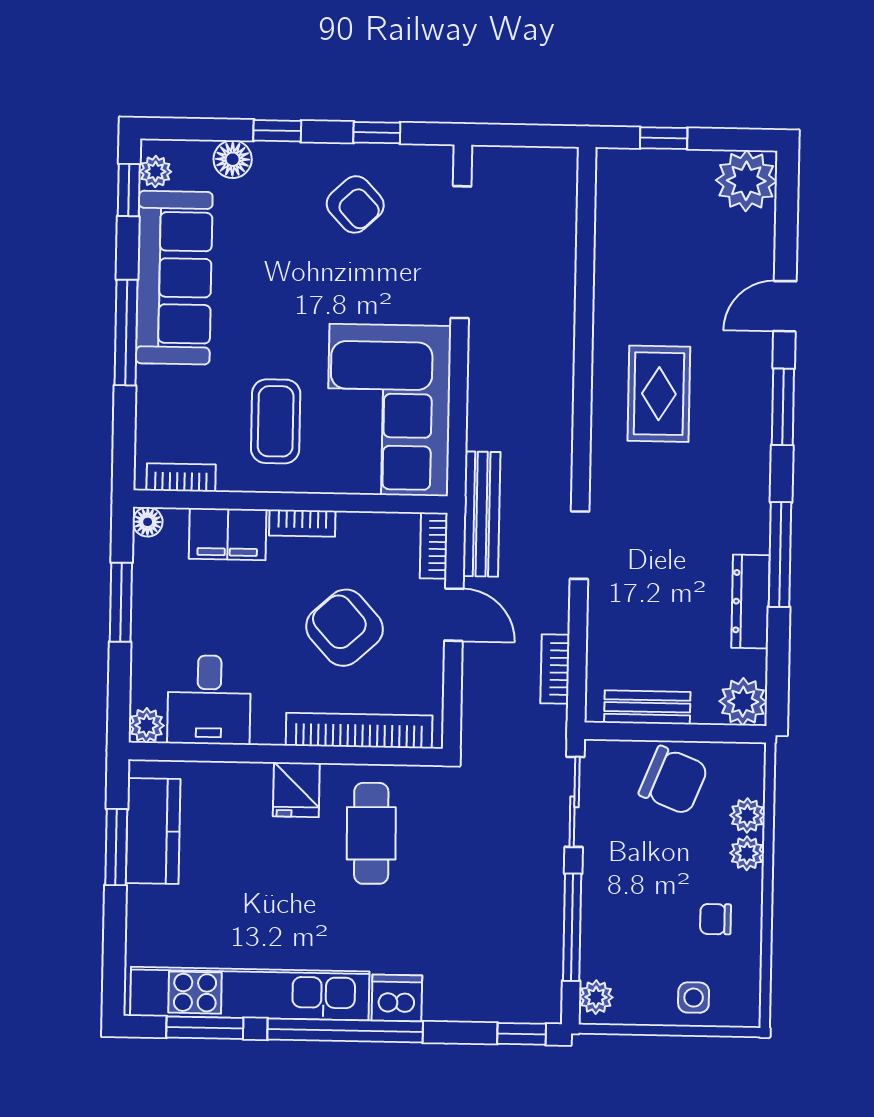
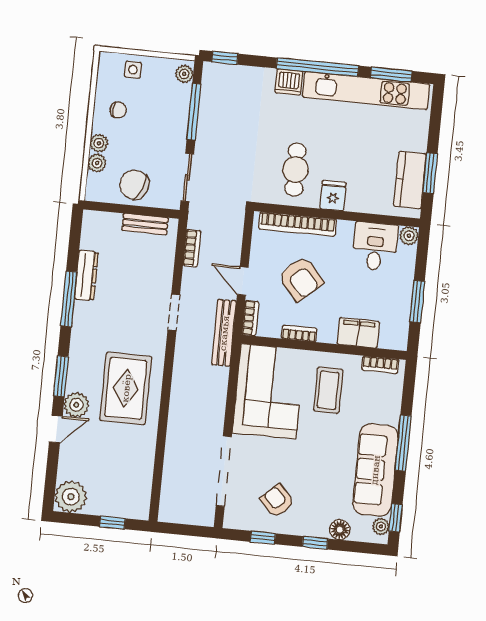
rug: (659, 394) -> (126, 388), width x1.36, depth x1.43
floor lamp: (148, 522) -> (400, 343), removed
bookcase: (302, 523) -> (299, 334), moved
plant: (743, 702) -> (76, 405), moved

